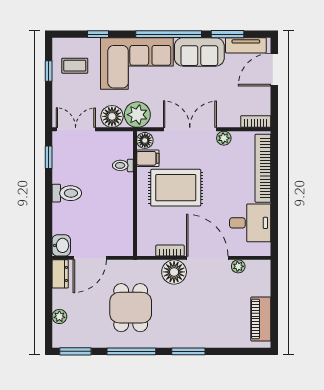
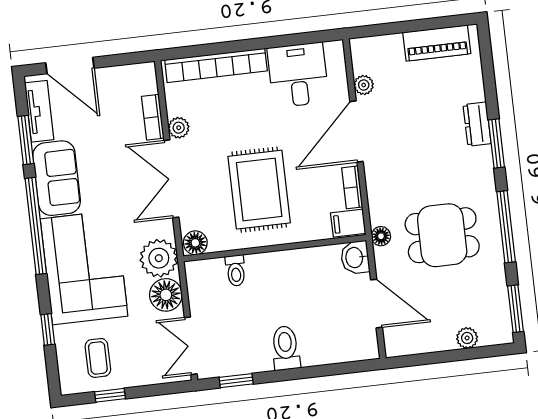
bookcase: (256, 122) -> (153, 117), moved
filing cabinet: (148, 158) -> (348, 223), moved, turned -90
washbasin: (61, 245) -> (355, 257), moved, turned -90
floor lamp: (174, 272) -> (381, 236), moved, width x0.53, depth x0.53
dresser: (60, 274) -> (477, 124), moved, turned -90

